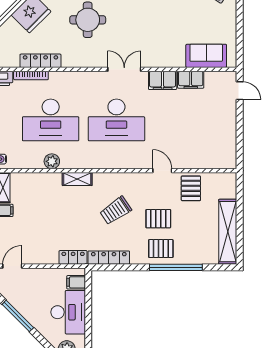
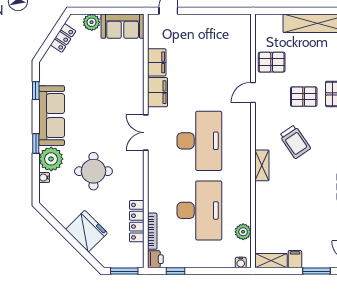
plant: (229, 18) -> (92, 22), added
sofa: (206, 56) -> (123, 26), moved, turned -90
plant: (52, 161) -> (243, 232), moved
shelving: (77, 179) -> (262, 165), moved
pallet: (158, 219) -> (304, 97), turned 90

